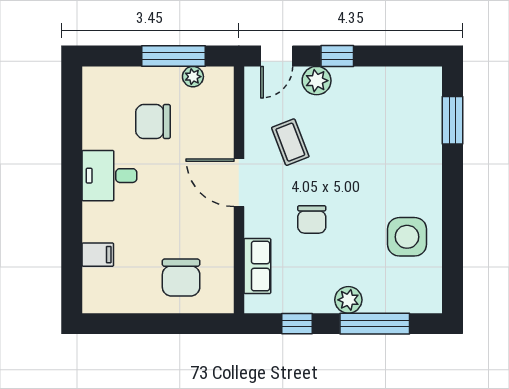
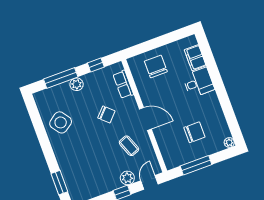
plant: (193, 77) -> (229, 142), moved
desk: (109, 176) -> (198, 83), moved
chair: (312, 219) -> (106, 114), turned 133
side table: (407, 237) -> (61, 122), turned -36
filing cabinet: (98, 255) -> (195, 58), width x2.00

